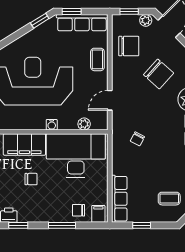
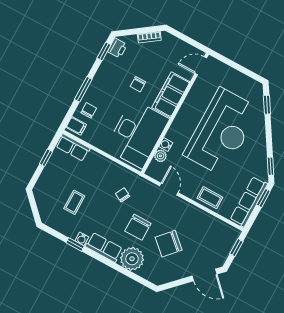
plant: (146, 20) -> (221, 258), removed
chair: (129, 46) -> (138, 227), moved
water cooler: (52, 125) -> (166, 145), moved
row of seats: (119, 199) -> (73, 147), width x0.68
coffee table: (169, 199) -> (74, 202), moved

